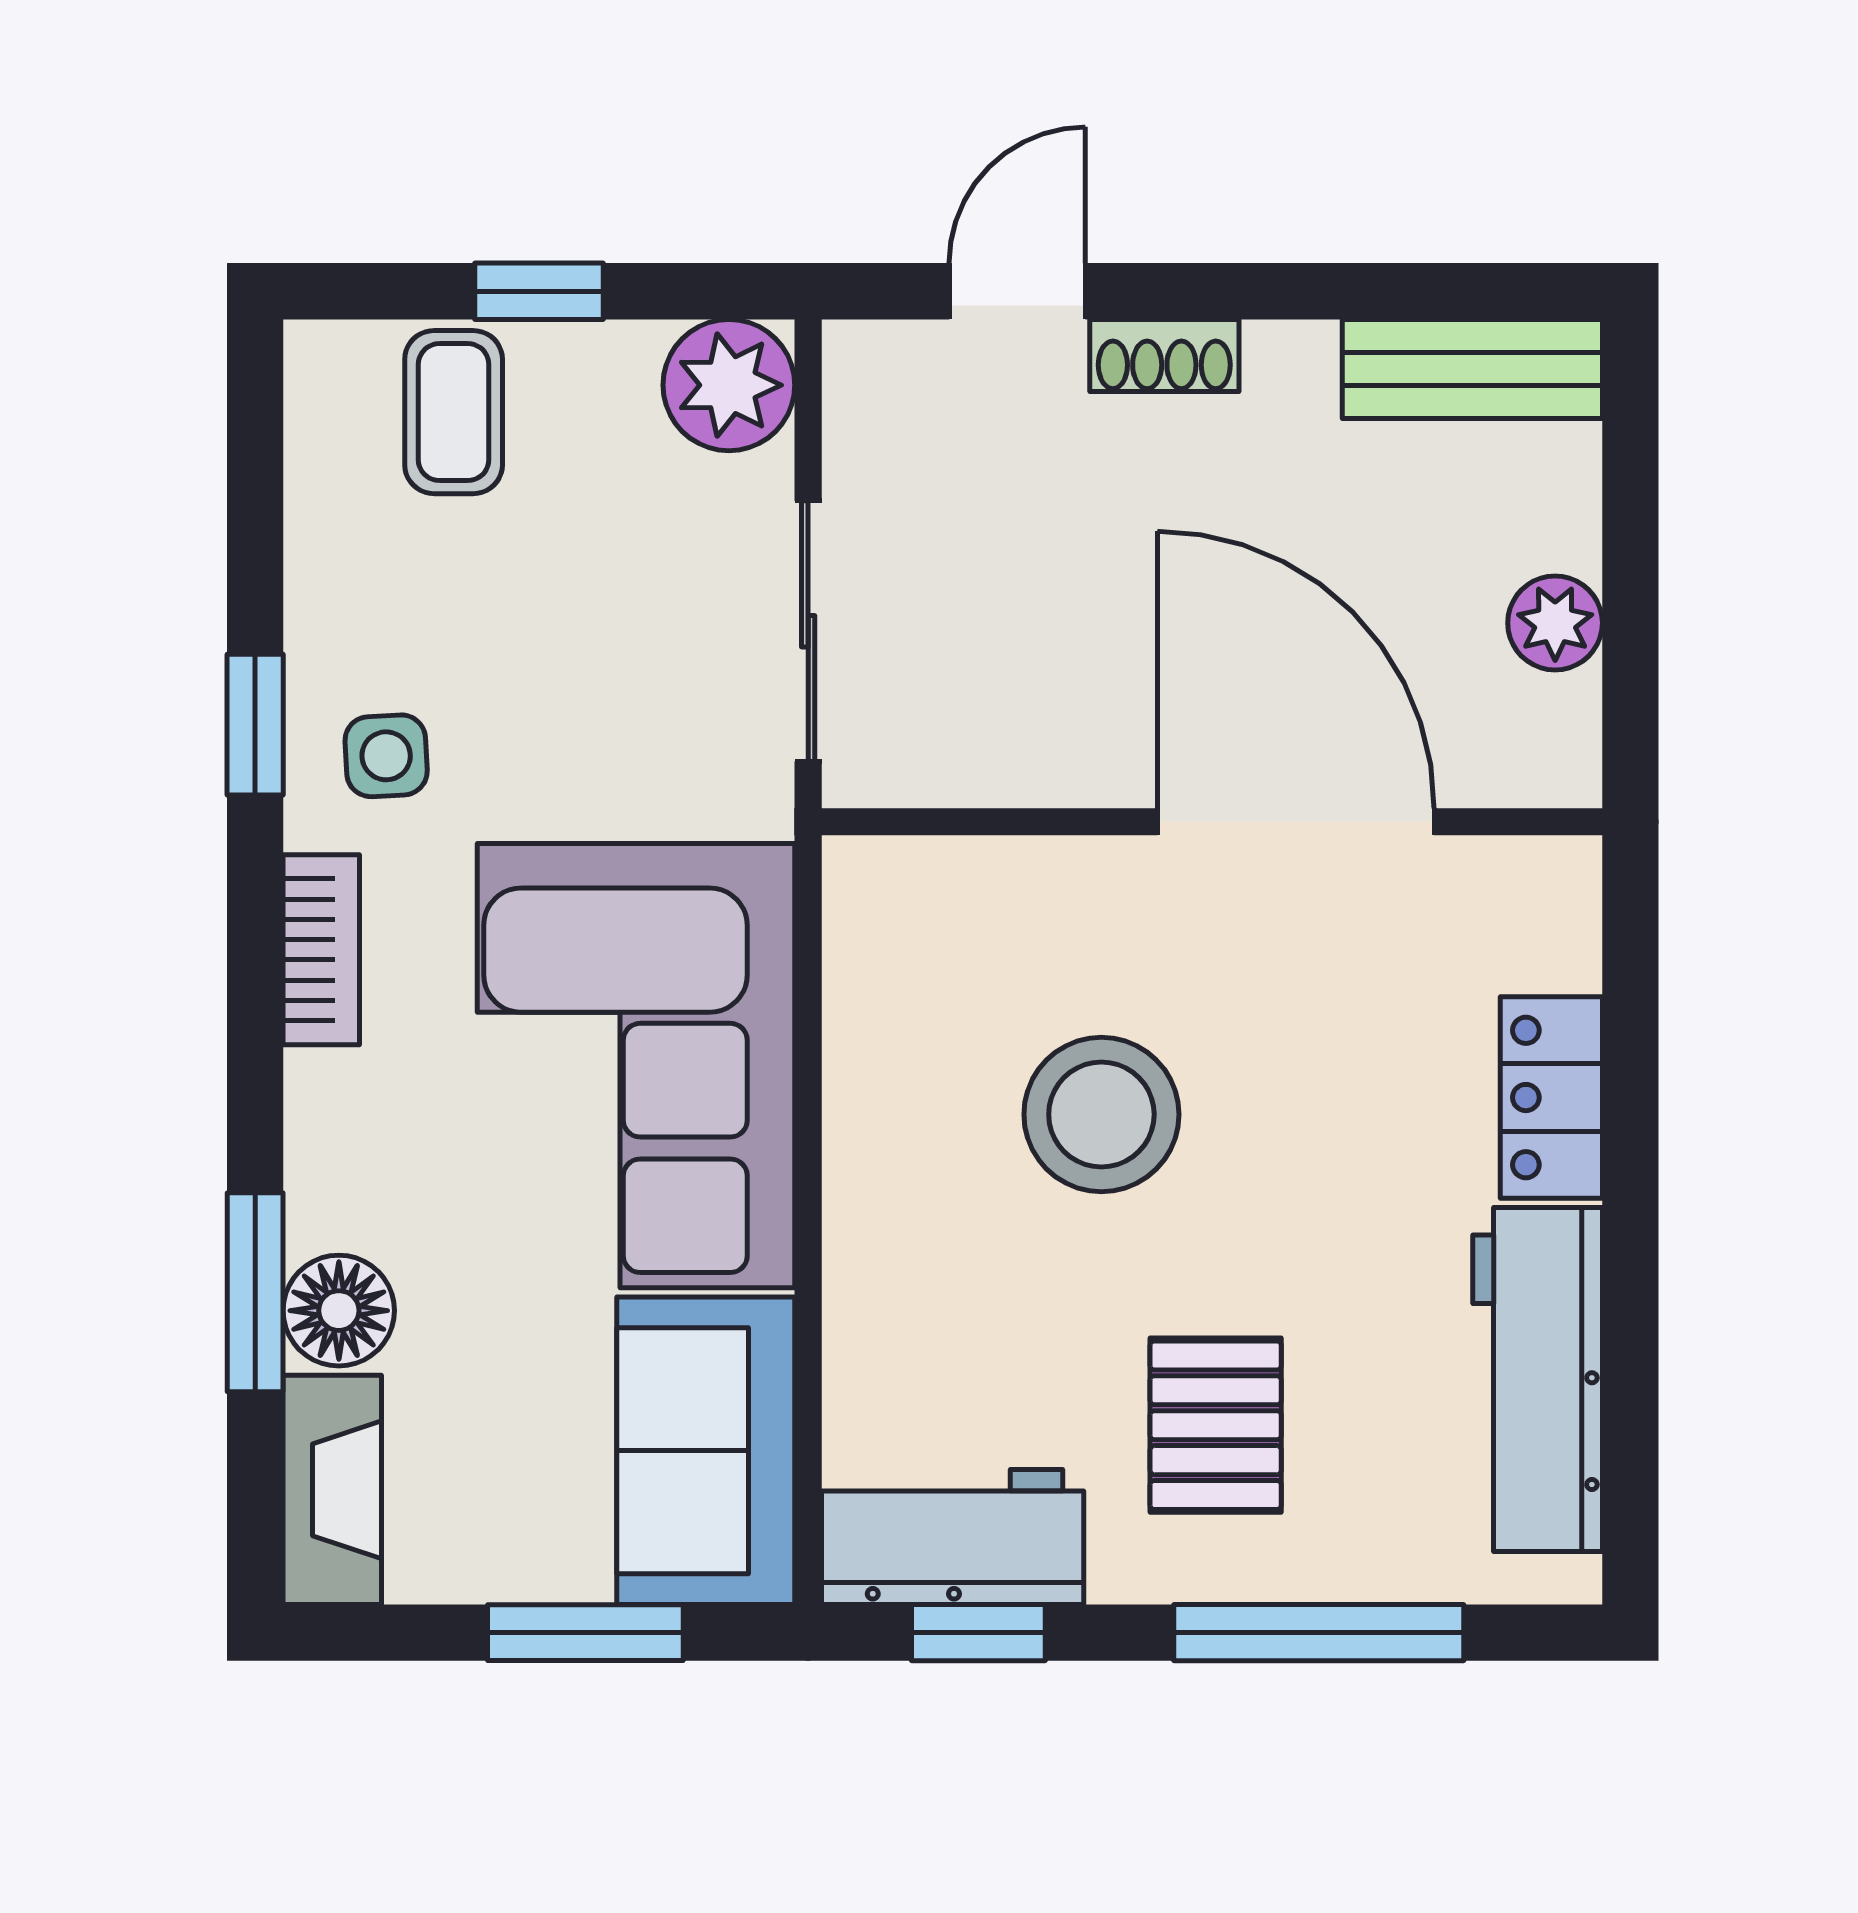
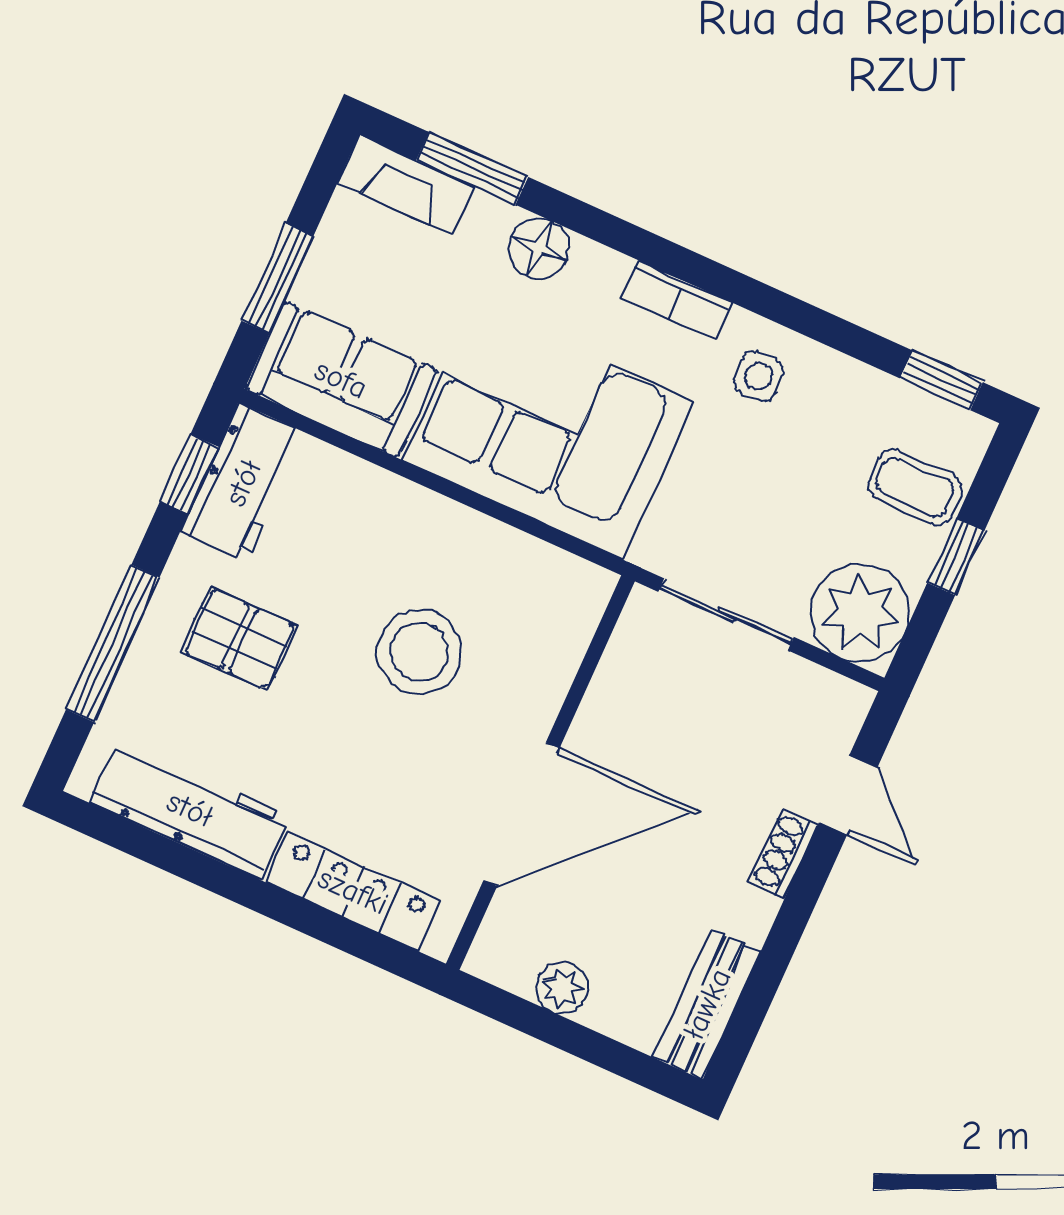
plant: (729, 385) -> (860, 613), width x1.36, depth x1.36
window: (255, 725) -> (941, 380), moved
locker: (1551, 1098) -> (353, 891), width x1.53
window: (255, 1292) -> (472, 168), moved
floor lamp: (339, 1311) -> (539, 249), moved

